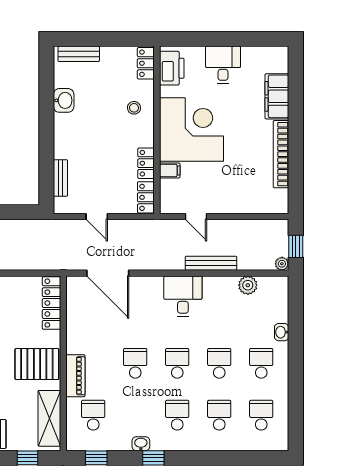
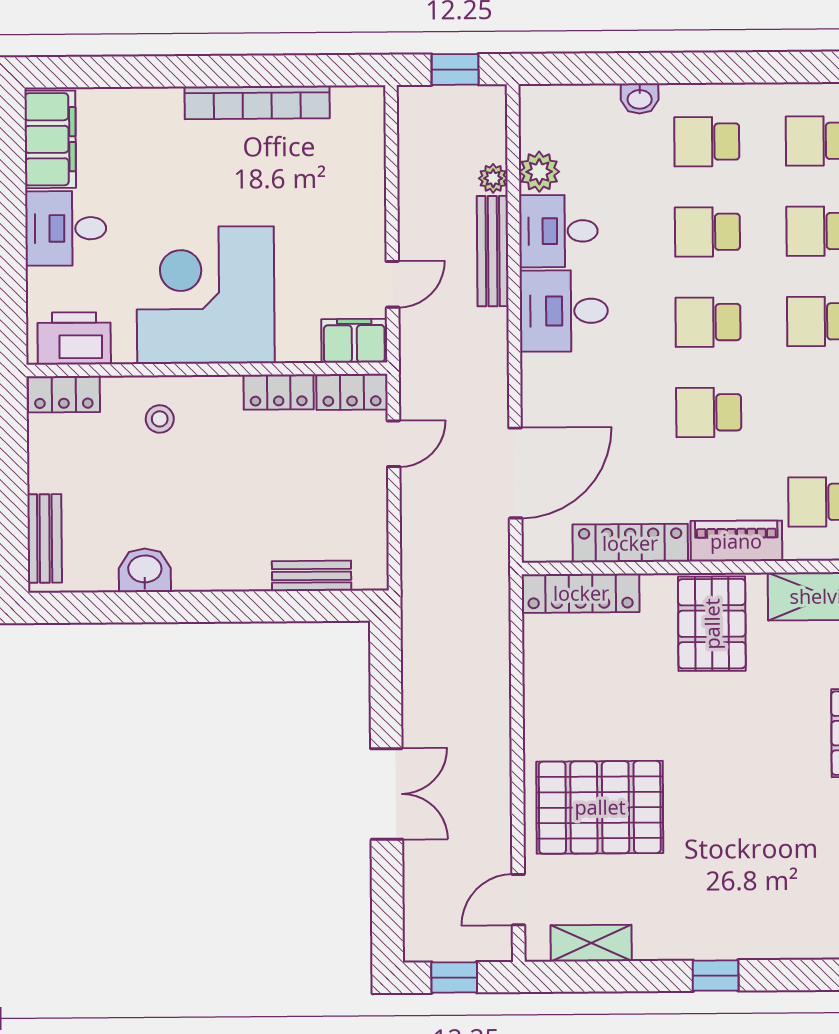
filing cabinet: (277, 96) -> (50, 139), moved, turned -90
filing cabinet: (170, 170) -> (354, 341), moved, width x2.00
door: (97, 217) -> (394, 444), moved
plant: (282, 264) -> (493, 178), moved
desk: (220, 294) -> (558, 231), added
locker: (75, 326) -> (630, 543), added

